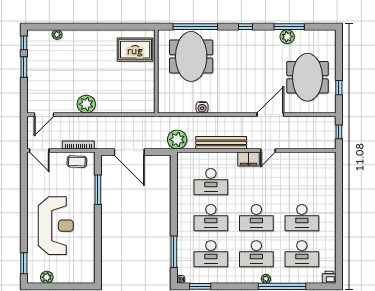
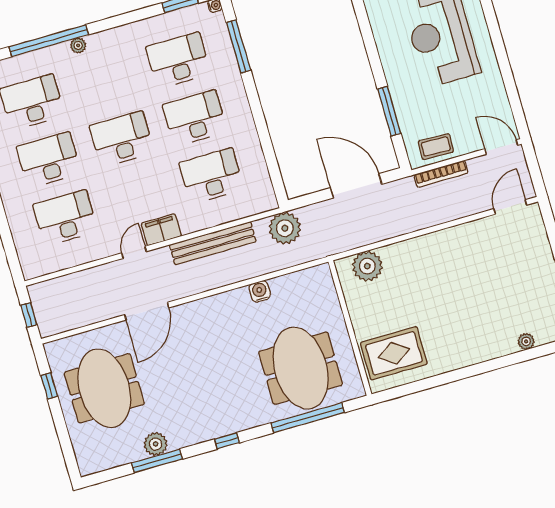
plant: (86, 104) -> (367, 266), moved
desk: (256, 254) -> (65, 218), moved

